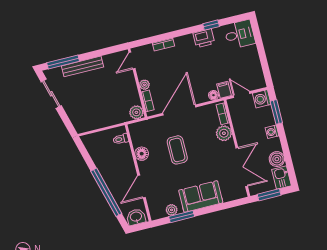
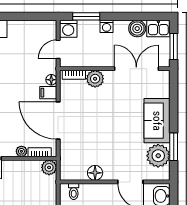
filing cabinet: (224, 90) -> (48, 93), moved
coffee table: (177, 150) -> (101, 134), removed
plant: (172, 210) -> (158, 156), width x1.88, depth x1.88

